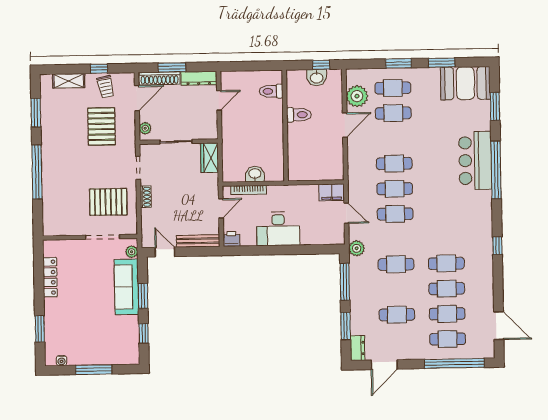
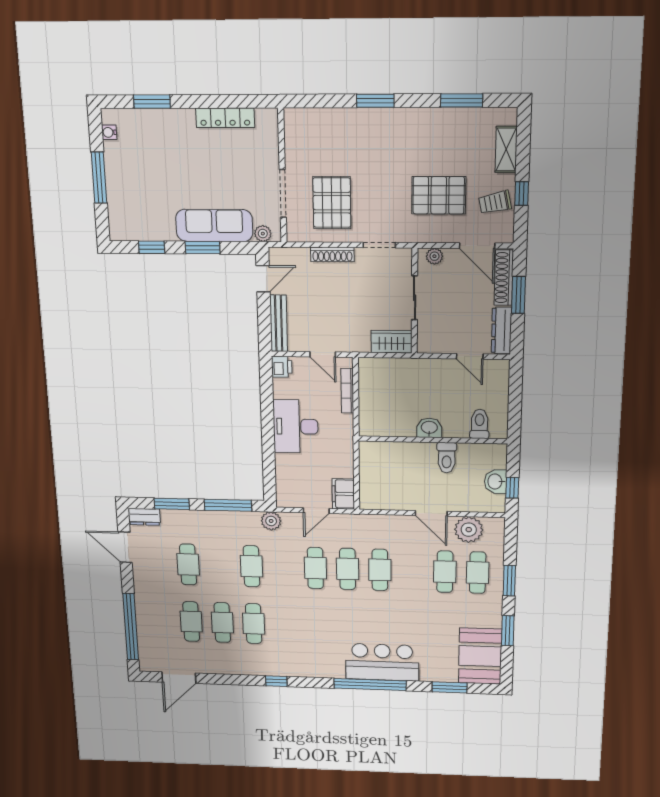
window: (37, 172) -> (375, 101), width x0.47
washbasin: (255, 174) -> (429, 428), moved, turned -90
shoe rack: (146, 197) -> (332, 255), width x1.43
cafe table: (448, 339) -> (160, 621), removed

